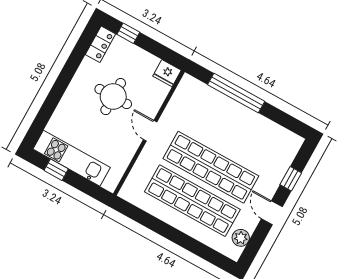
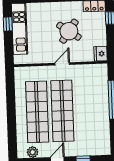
round table: (113, 97) -> (69, 31), turned 35

